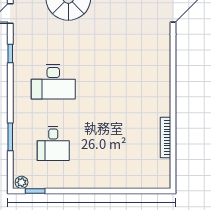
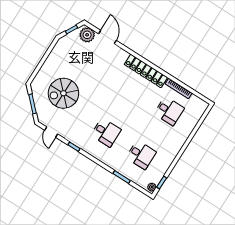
desk: (53, 82) -> (106, 132), width x0.73
locker: (161, 83) -> (146, 71), added
desk: (130, 143) -> (169, 111), added

